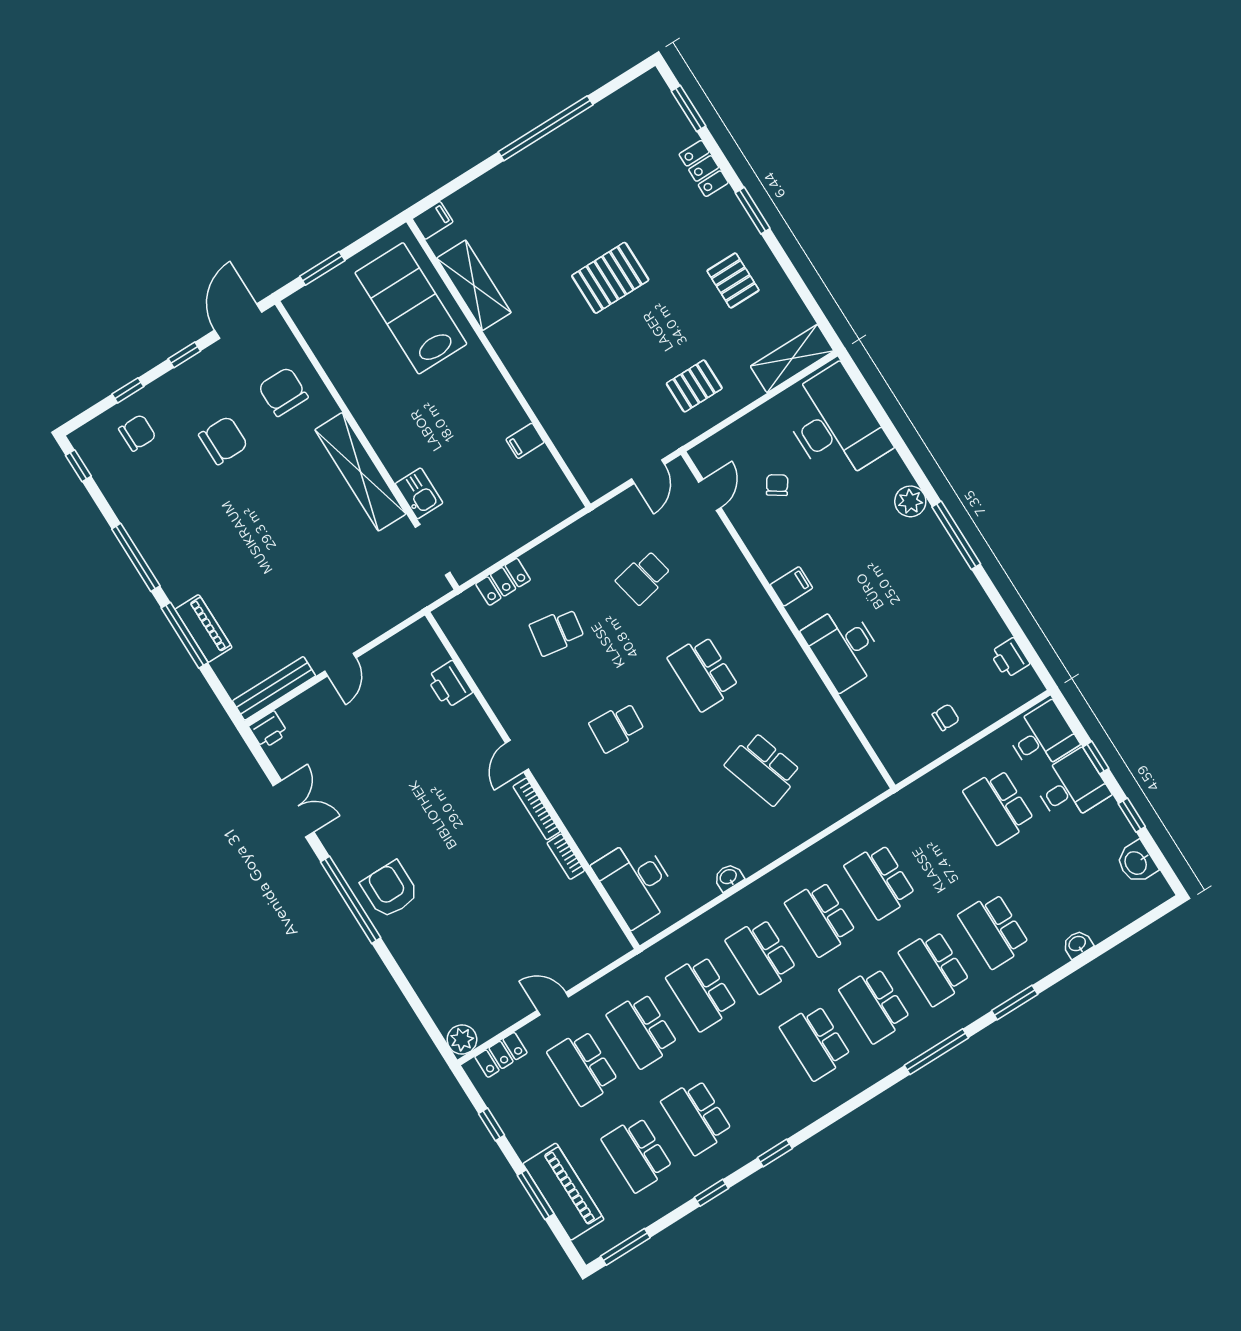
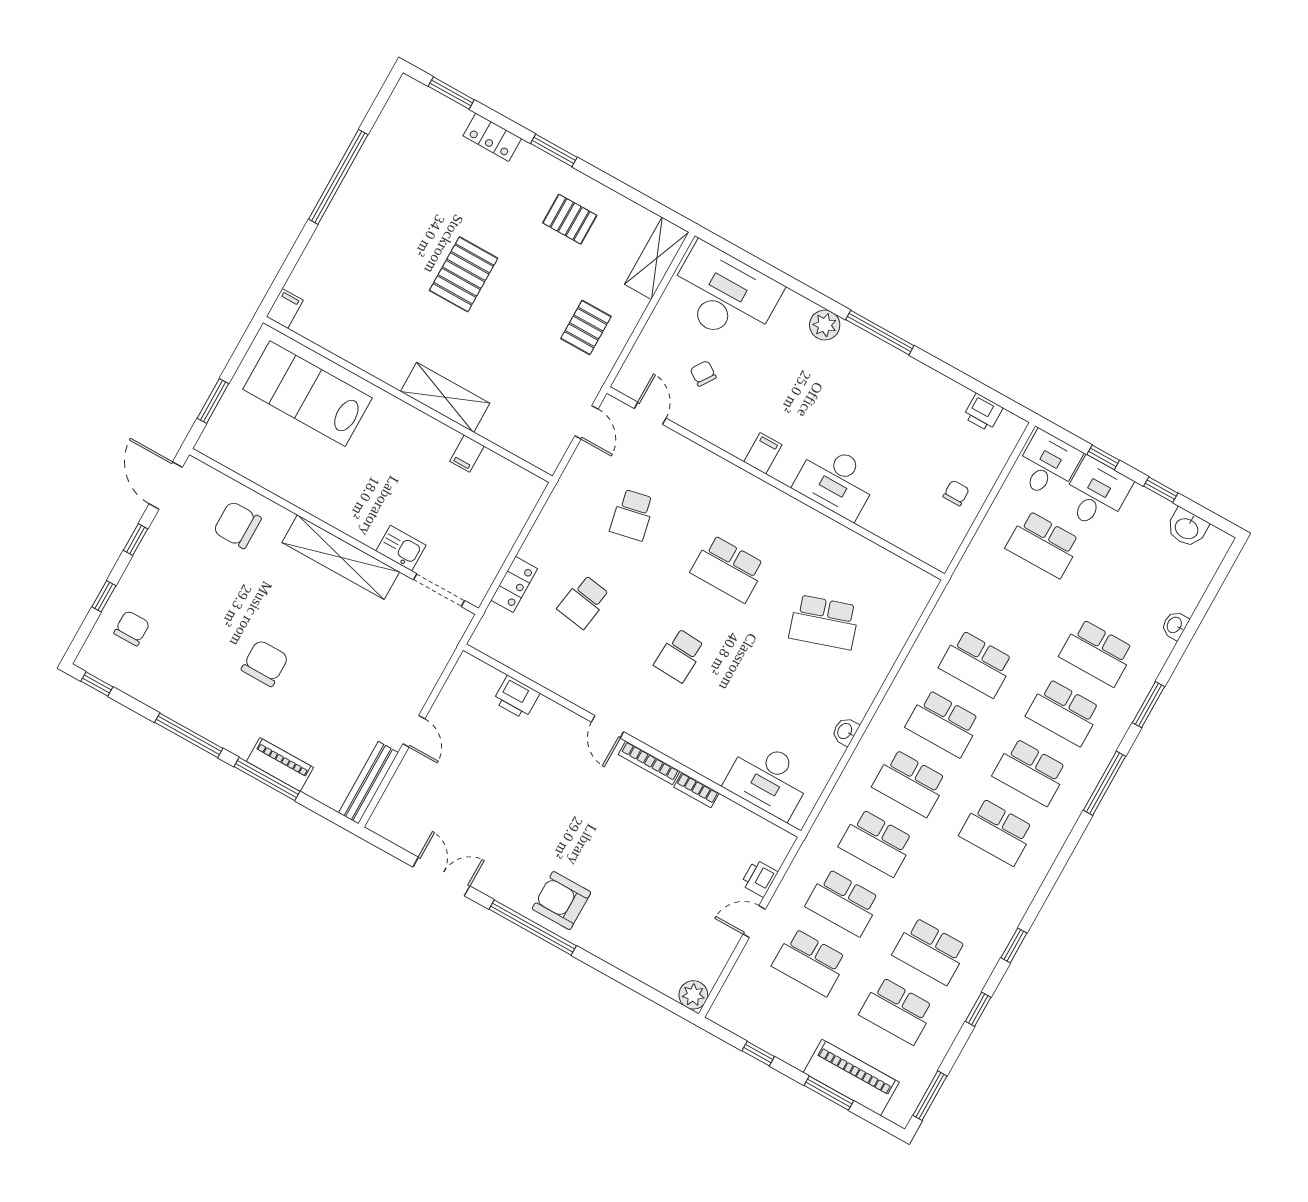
shelving: (474, 285) -> (445, 397), moved
chair: (223, 440) -> (265, 663), moved
printer: (268, 730) -> (759, 878), moved, turned 180
locker: (501, 1055) -> (734, 990), removed

